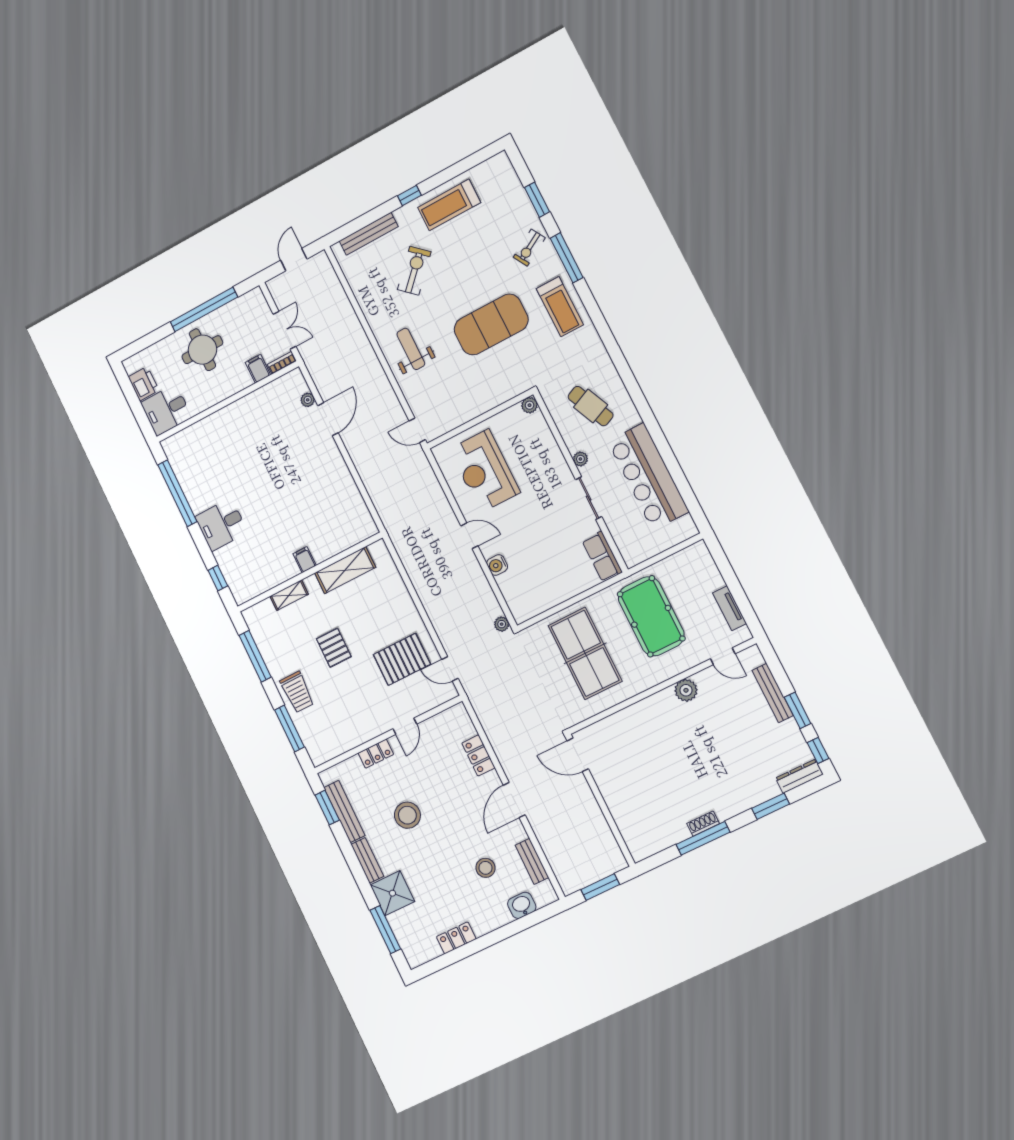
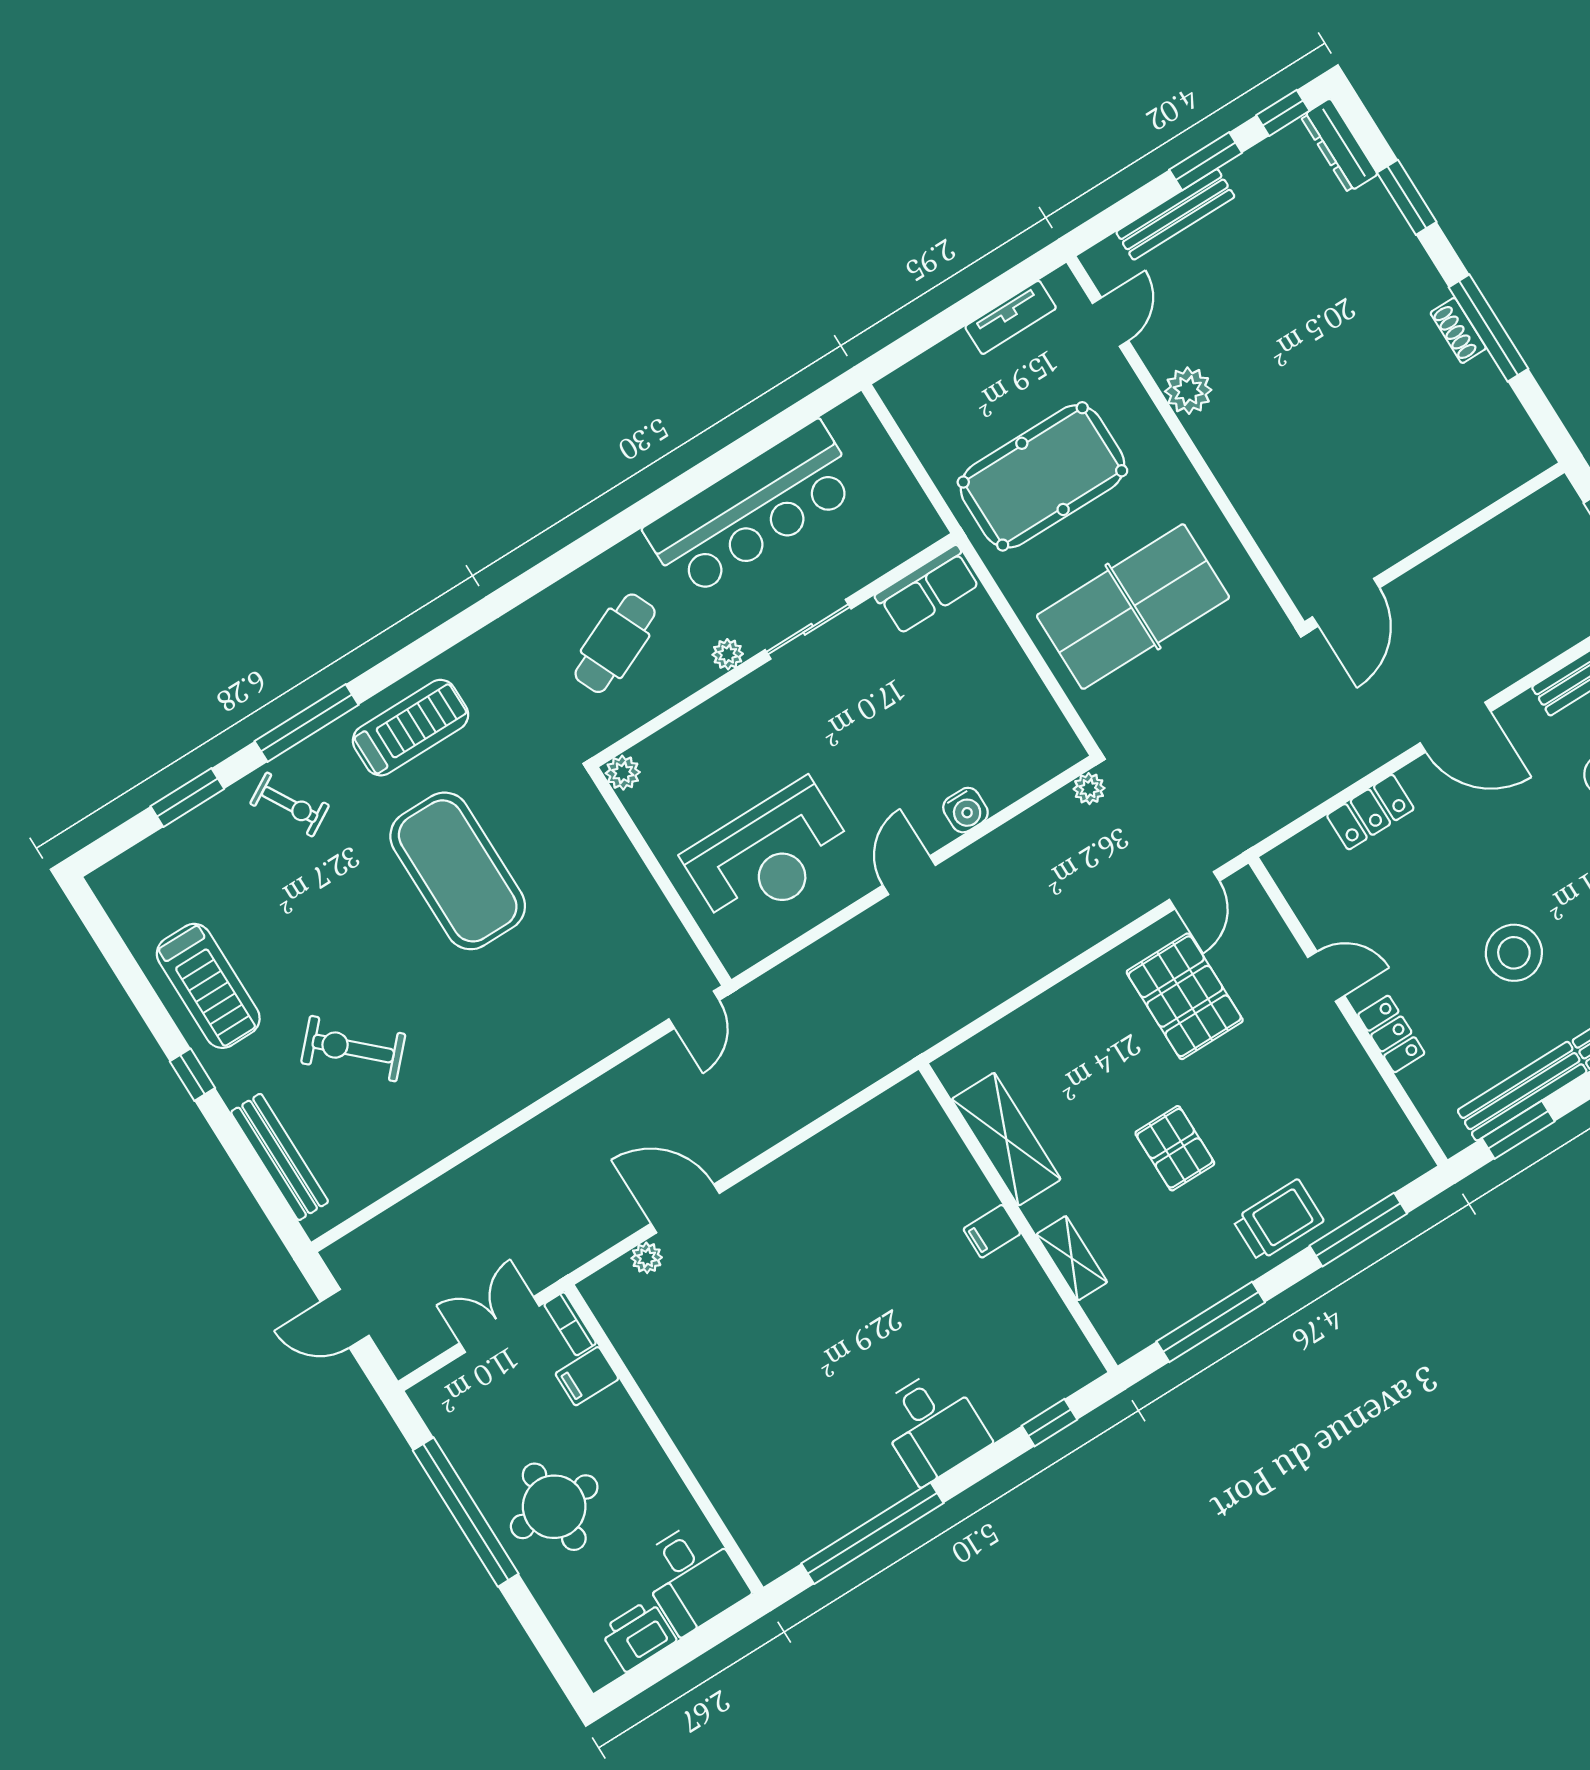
weight bench: (411, 349) -> (521, 1040), removed
pallet: (334, 648) -> (1175, 1148), turned 90

